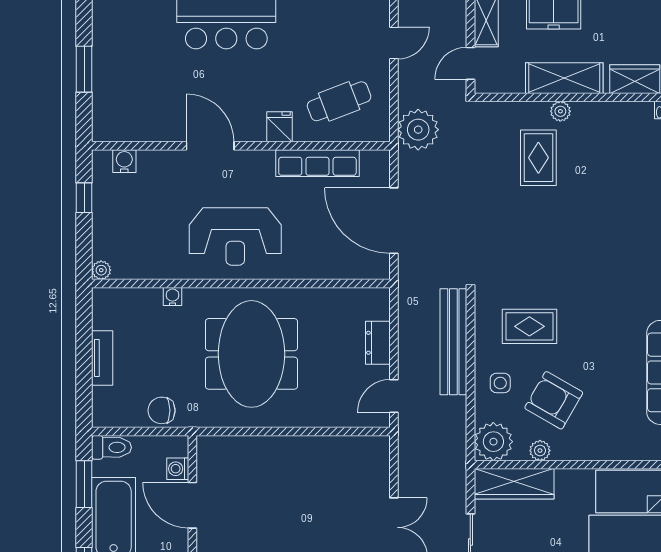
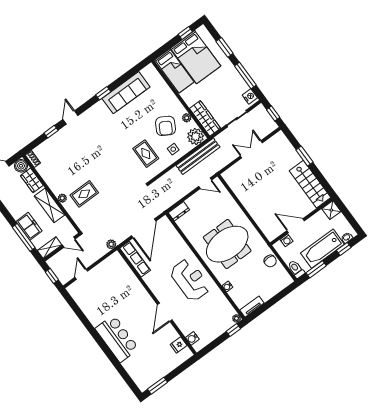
door: (394, 43) -> (81, 274), hinge flipped
window: (84, 69) -> (158, 386), moved
cafe table: (339, 101) -> (116, 278), removed
fridge: (279, 127) -> (179, 345), moved
plant: (418, 130) -> (111, 244), width x0.53, depth x0.53
row of seats: (317, 163) -> (135, 259), moved
window: (84, 198) -> (233, 330), moved
bench: (453, 342) -> (198, 156), moved
dresser: (378, 343) -> (179, 211), moved
tv unit: (102, 358) -> (252, 307), moved
door: (192, 505) -> (296, 226), swing flipped

